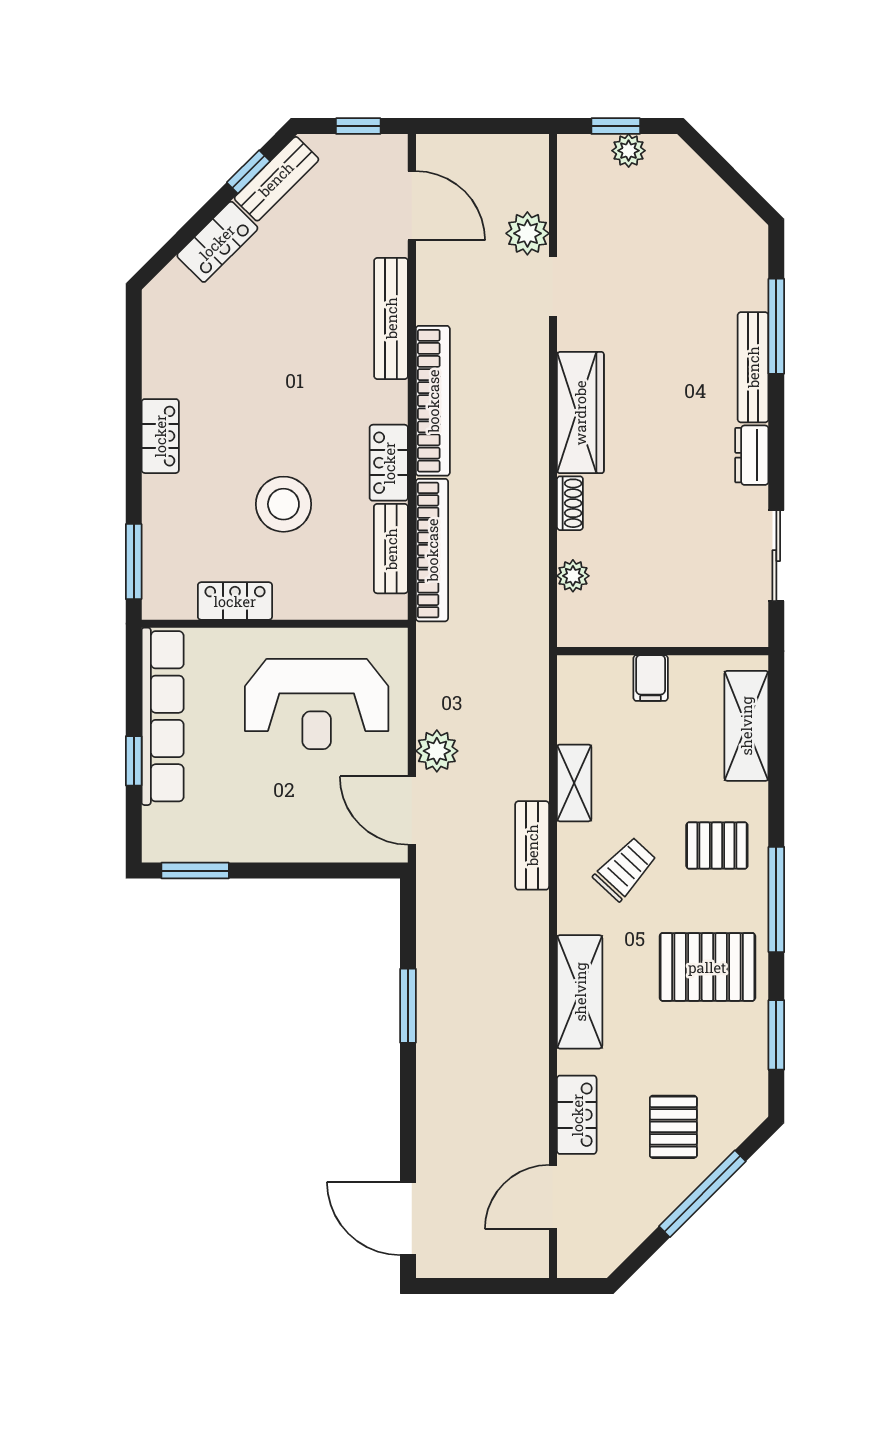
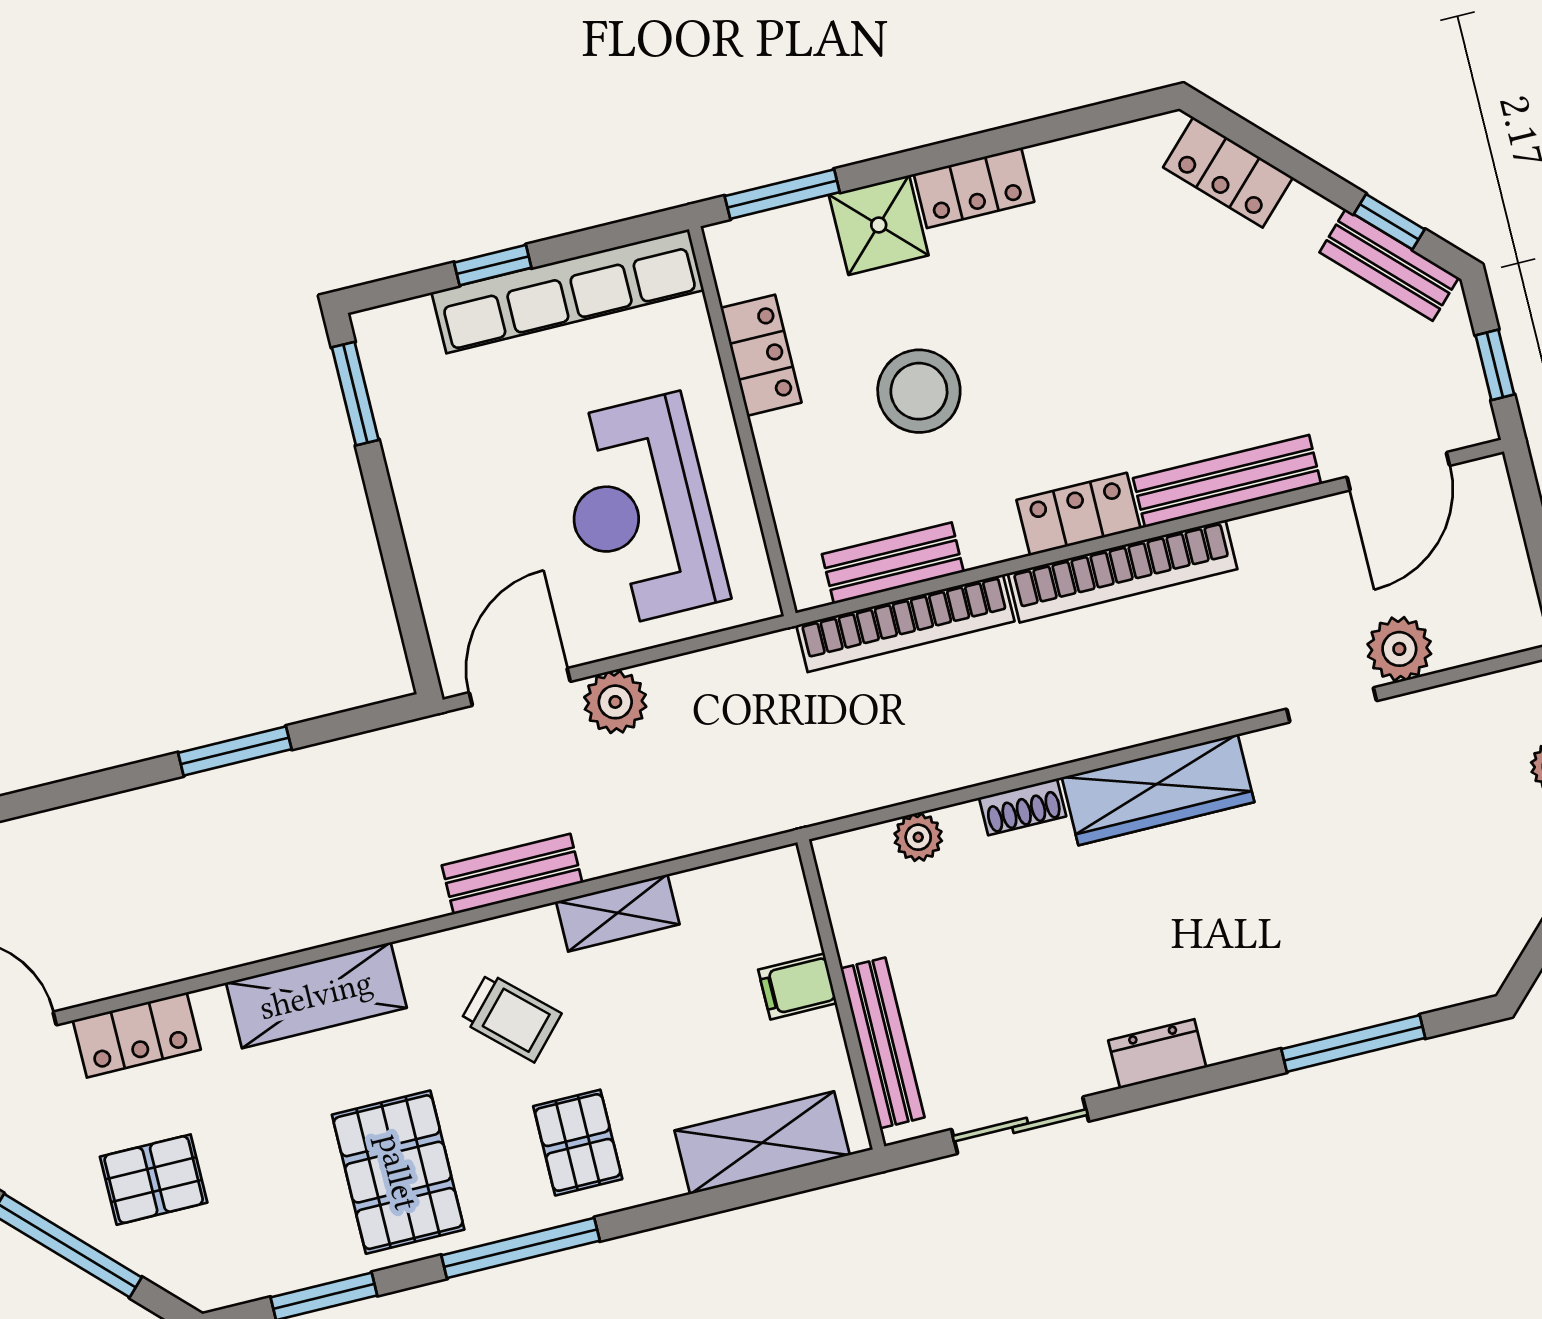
locker: (217, 242) -> (1228, 172), moved
bench: (753, 367) -> (883, 1043), moved, turned 90
locker: (389, 463) -> (1078, 514), moved
shower: (169, 504) -> (879, 225), added

